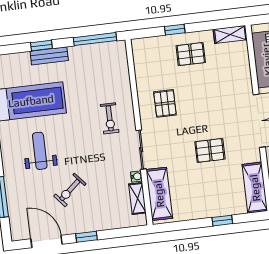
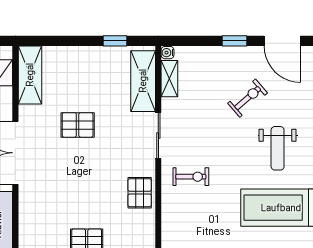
pallet: (165, 103) -> (140, 193), moved
exercise bike: (110, 118) -> (191, 177), turned 90
water cooler: (136, 176) -> (167, 53), moved
window: (222, 221) -> (115, 41), moved

